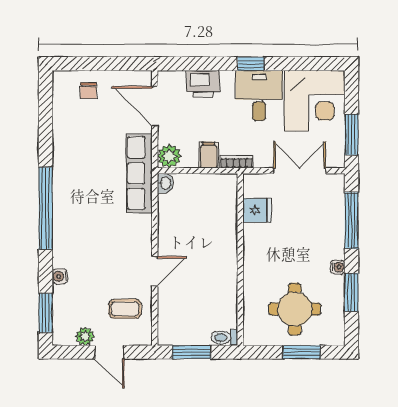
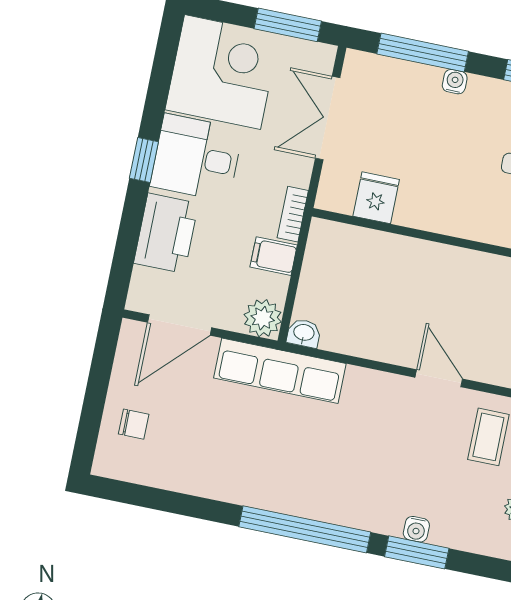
printer: (203, 84) -> (166, 233), width x1.37, depth x1.19
water cooler: (338, 267) -> (455, 82), moved
window: (46, 313) -> (417, 552), moved

